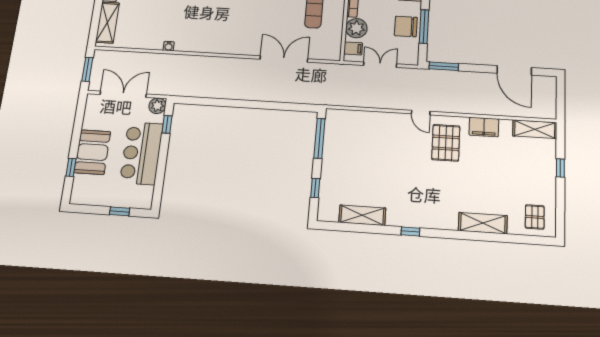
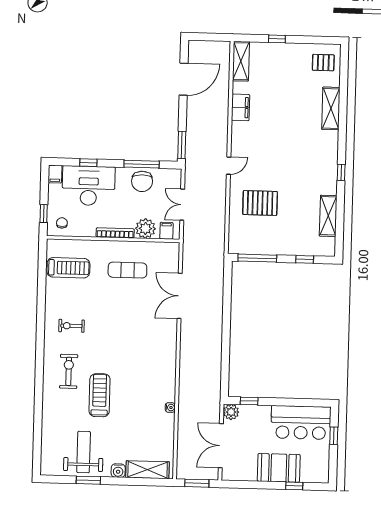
pallet: (446, 143) -> (260, 203), moved
bar counter: (142, 153) -> (301, 422), moved

